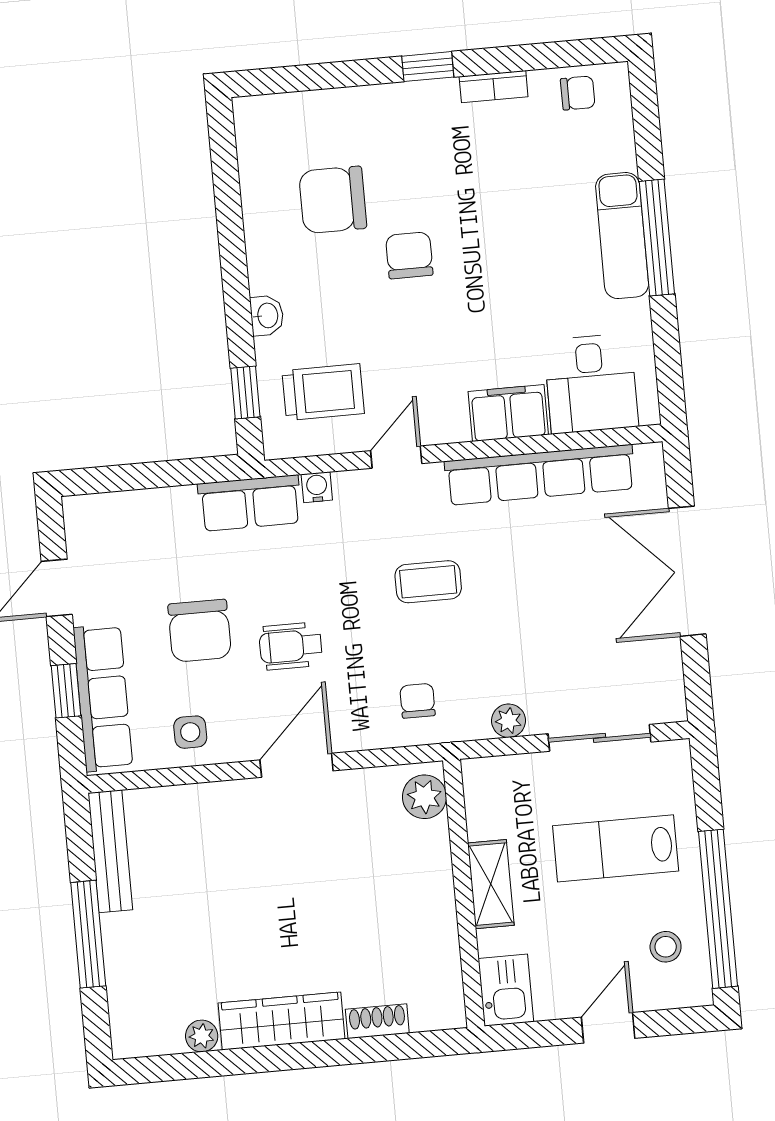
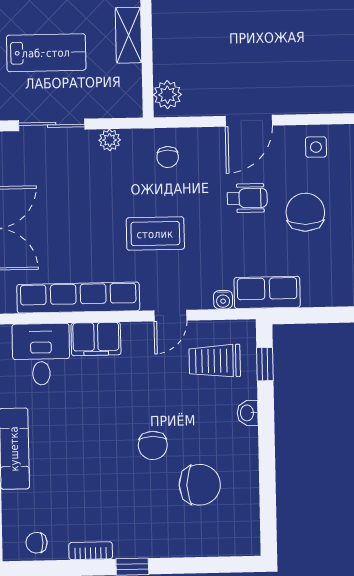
coffee table: (428, 582) -> (155, 234), width x1.36, depth x1.30

